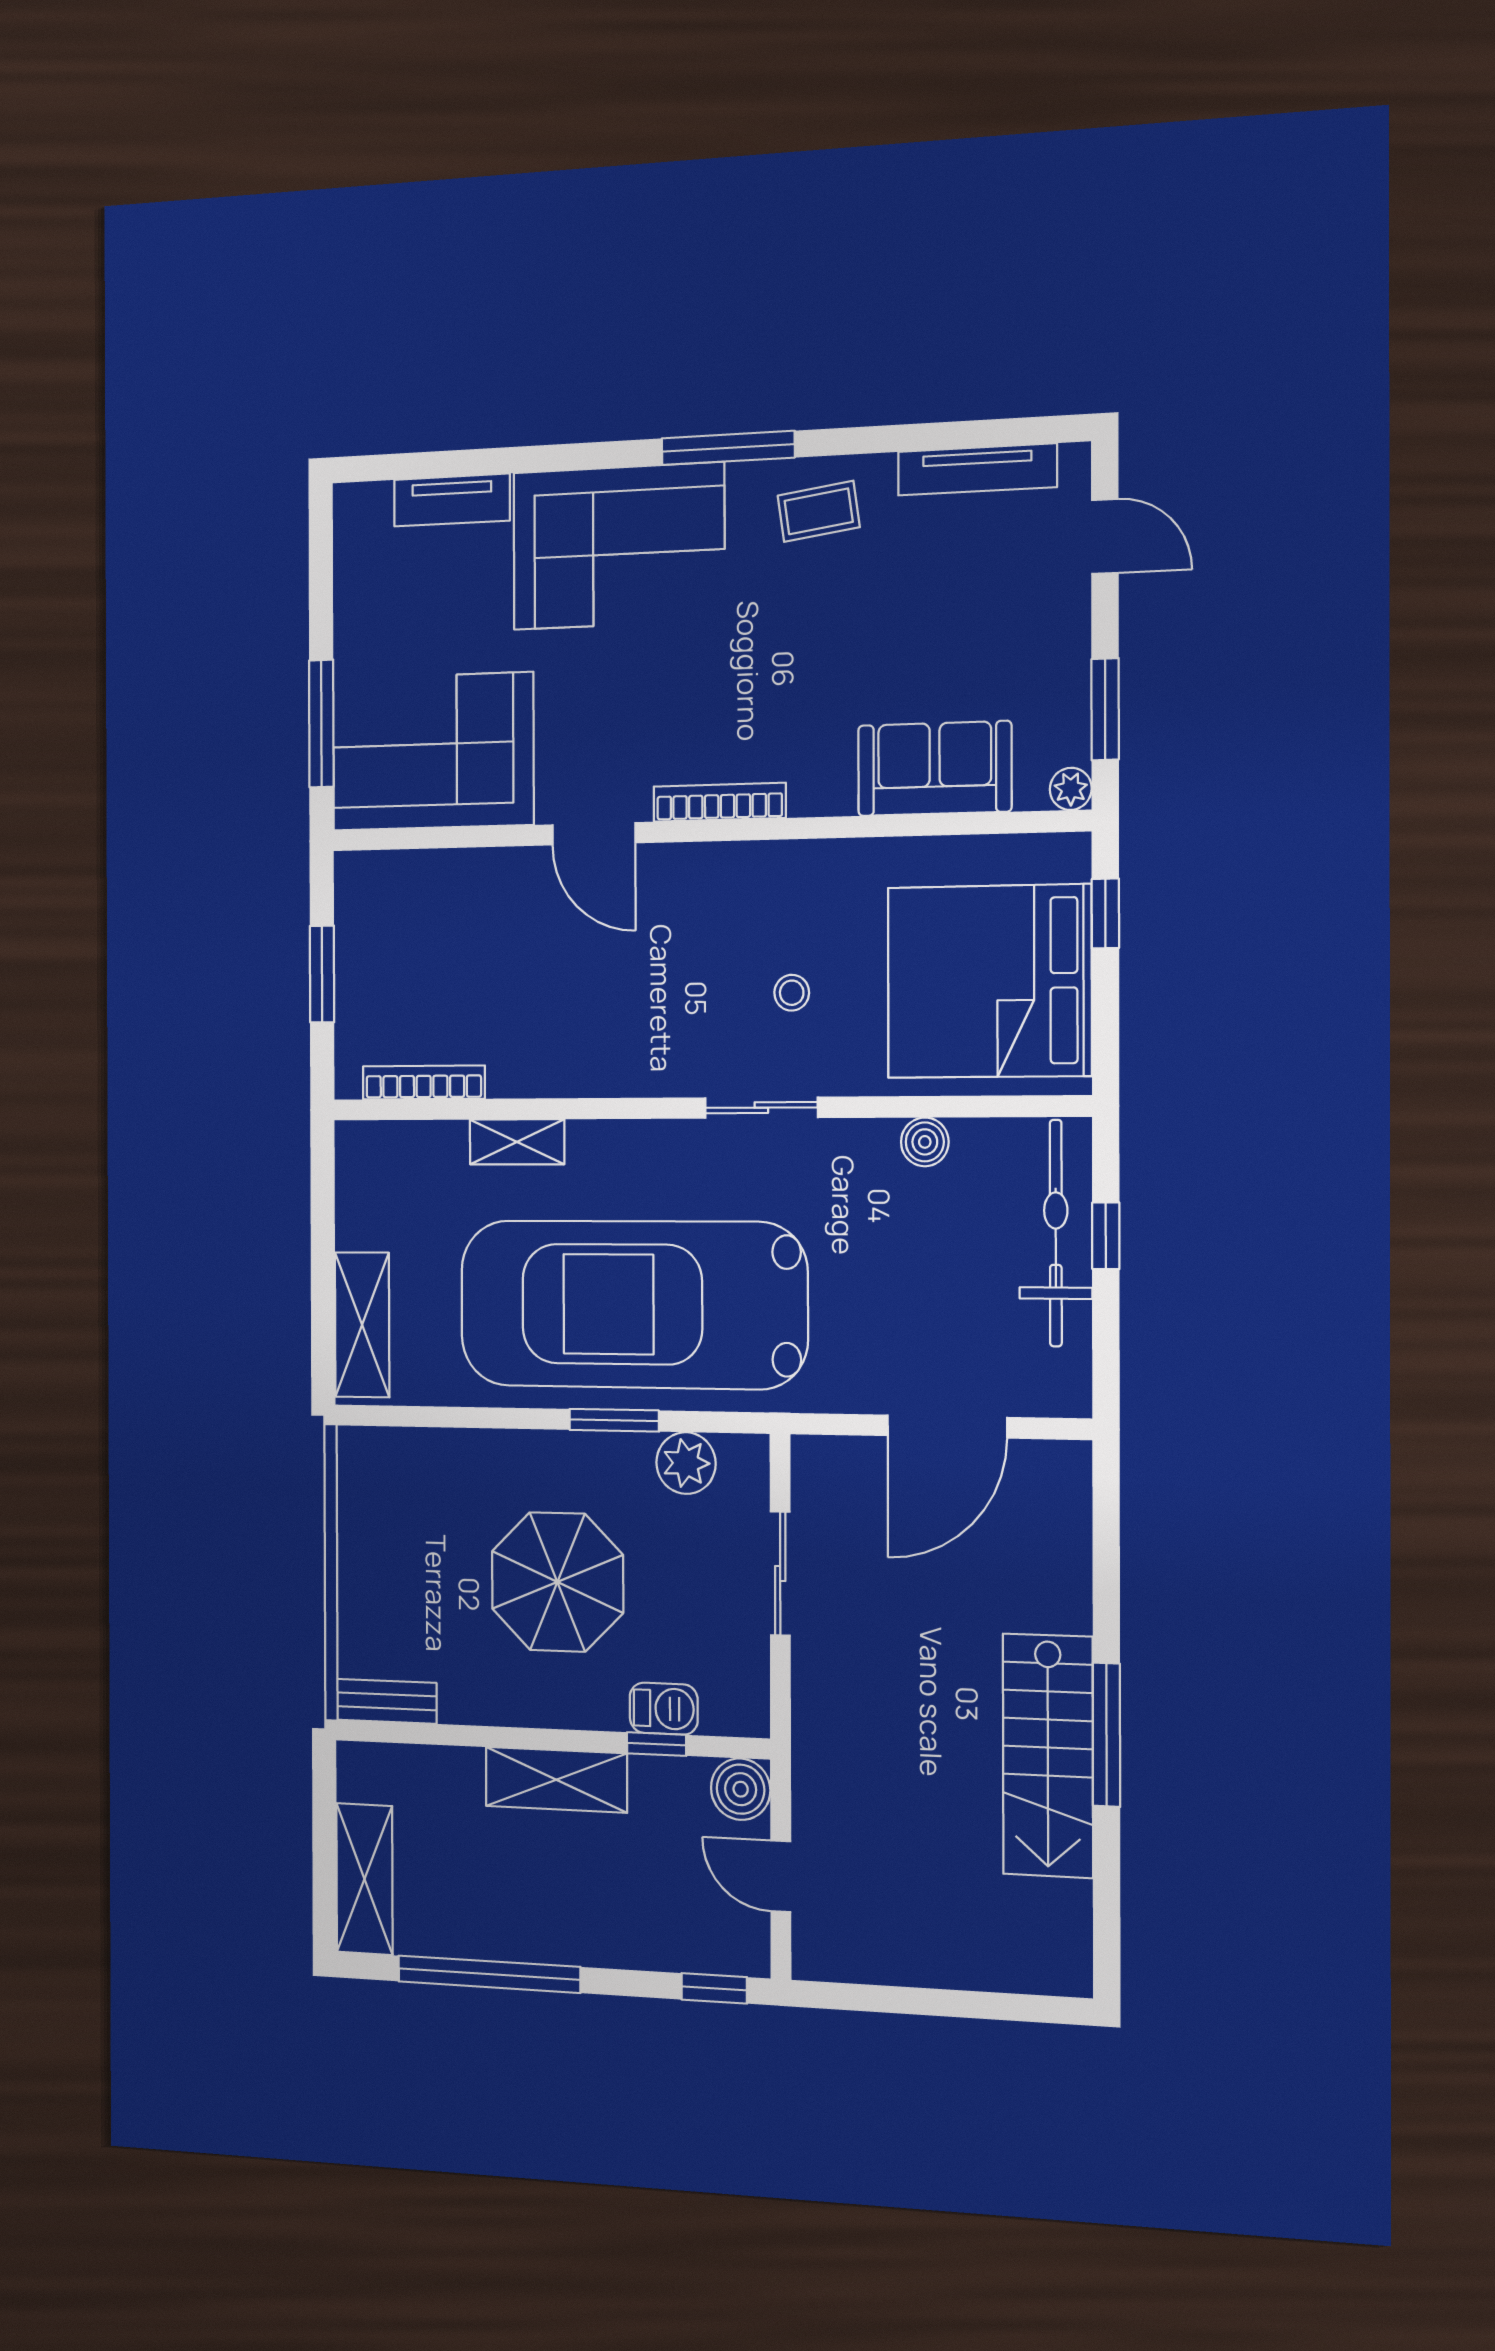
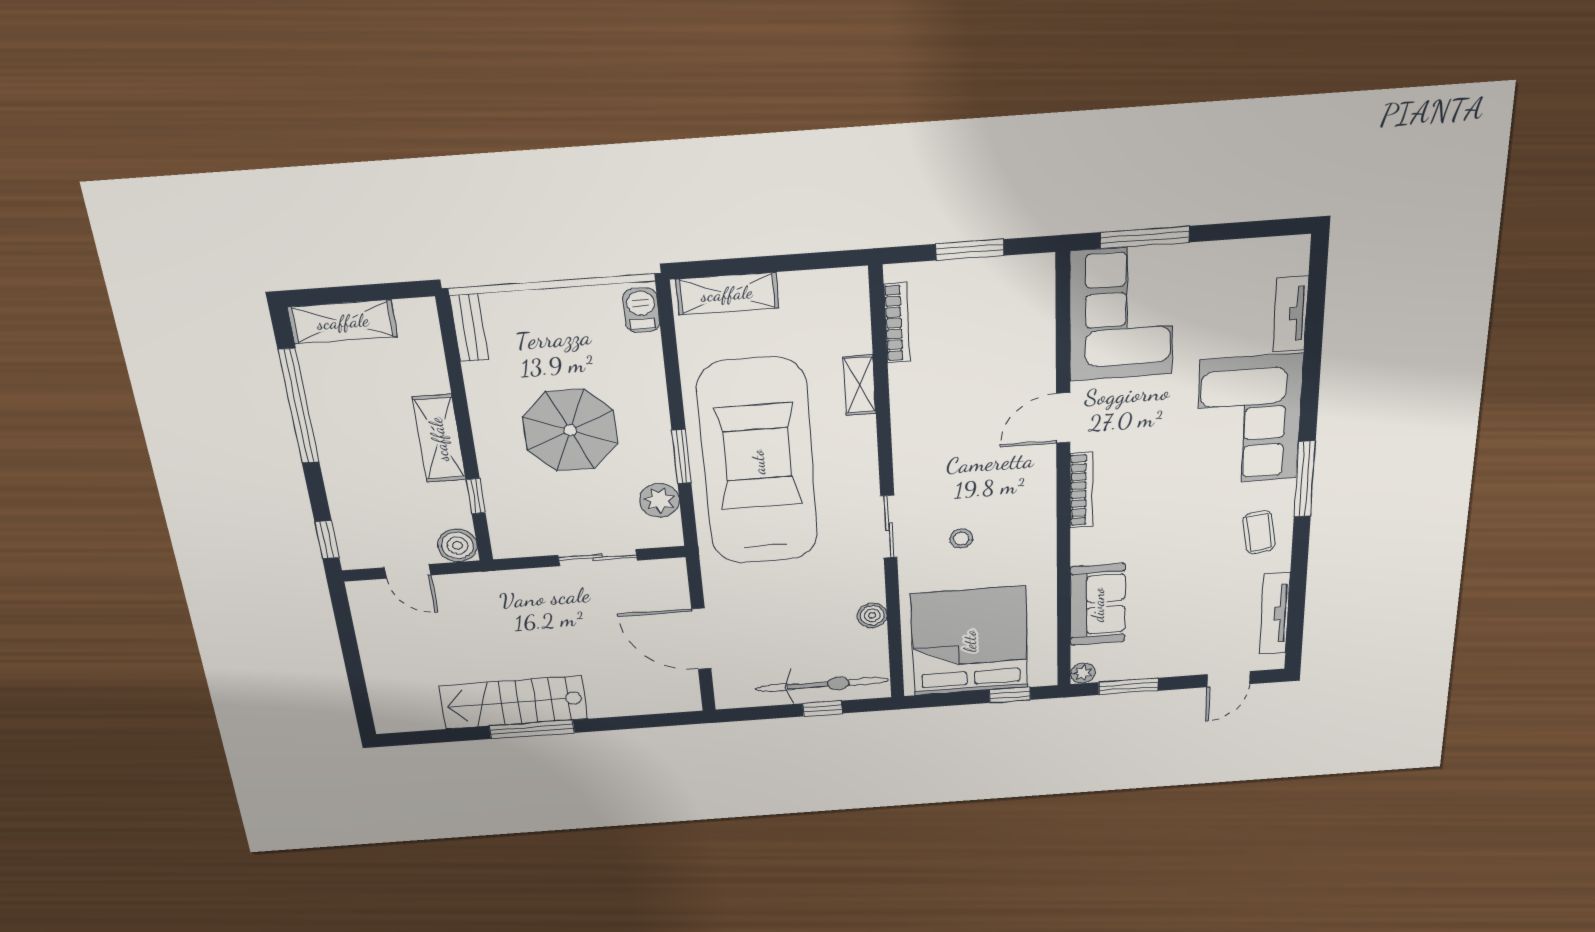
barbecue: (664, 1709) -> (641, 310), moved, turned 180
door: (781, 1876) -> (408, 571), swing flipped

